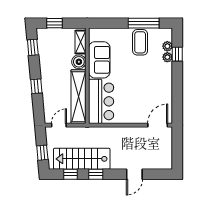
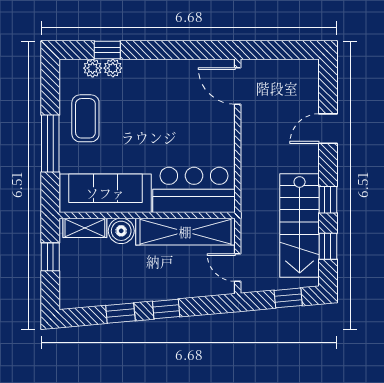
window: (55, 23) -> (50, 257), moved
window: (144, 23) -> (50, 143), moved
coffee table: (140, 42) -> (85, 118), turned 90
window: (33, 47) -> (120, 313), moved
sofa: (99, 60) -> (105, 193), width x1.36
door: (134, 174) -> (328, 129), swing flipped

